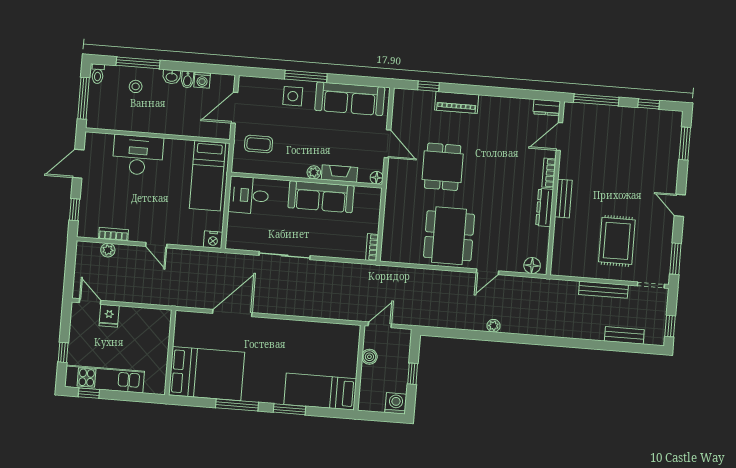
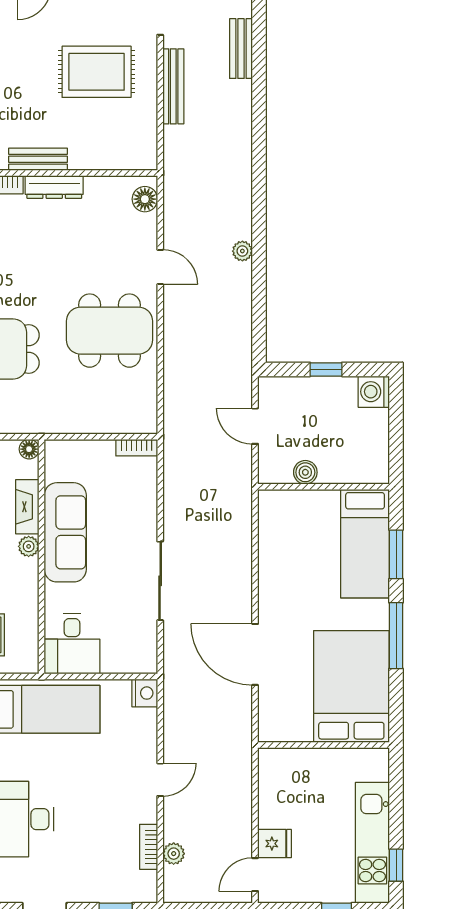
boiler: (369, 357) -> (305, 472), moved
wall: (359, 368) -> (324, 487), moved
bed: (320, 392) -> (365, 544), moved

